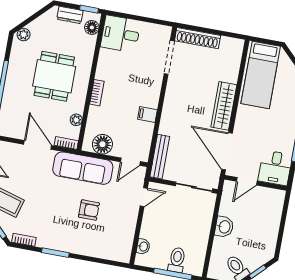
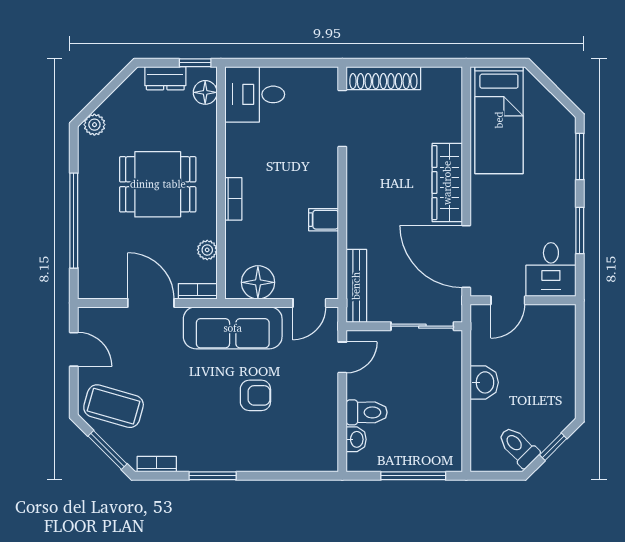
dining table: (54, 76) -> (158, 184), turned 90
toilet: (177, 260) -> (367, 412), moved, turned 90

